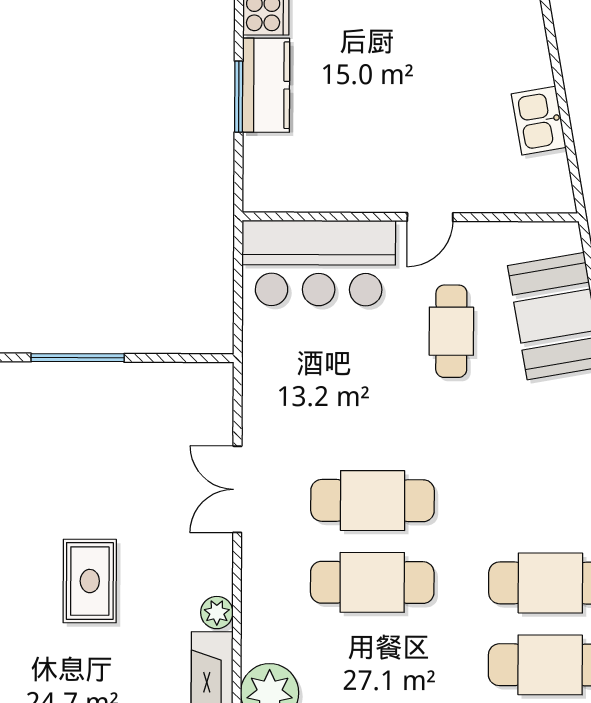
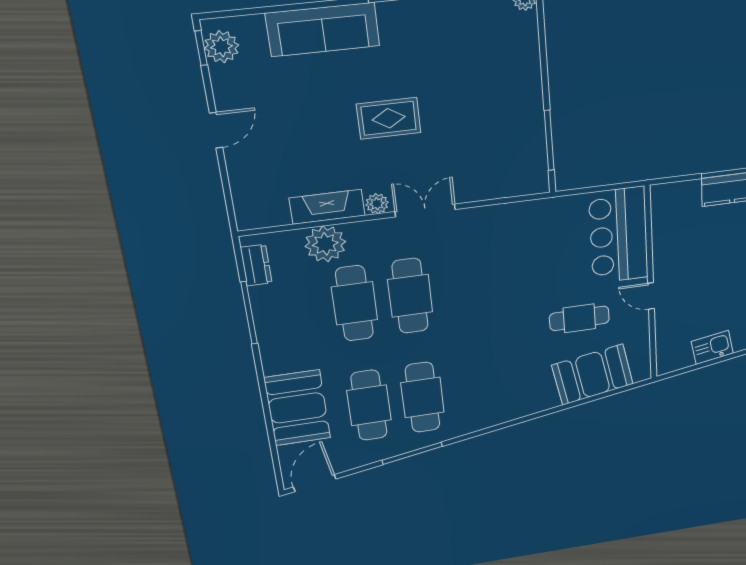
window: (78, 358) -> (549, 140), moved
double door: (237, 489) -> (425, 210), moved
cafe table: (373, 501) -> (354, 303), moved

